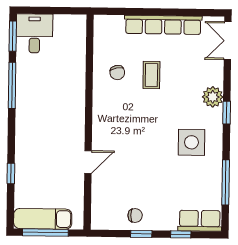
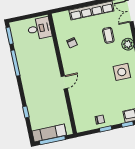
desk: (34, 33) -> (39, 28), moved, turned 90
coffee table: (151, 75) -> (108, 35), moved
door: (88, 162) -> (64, 82), moved

